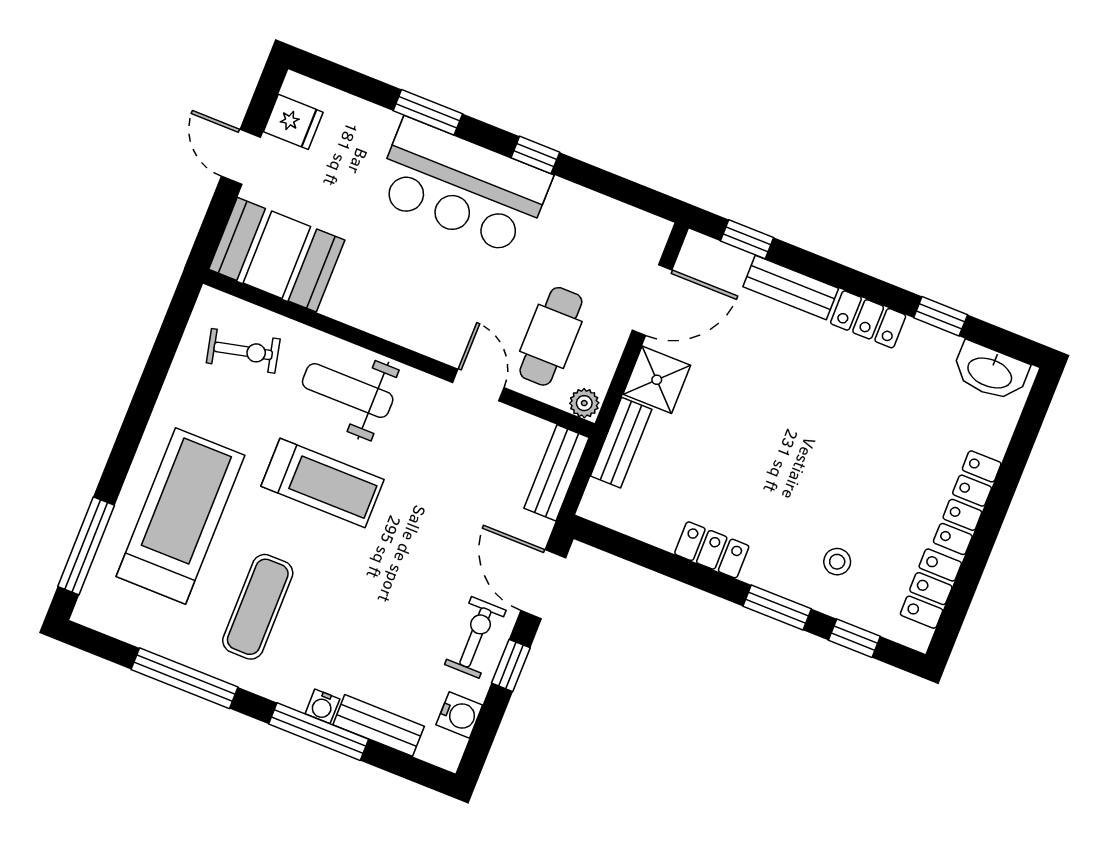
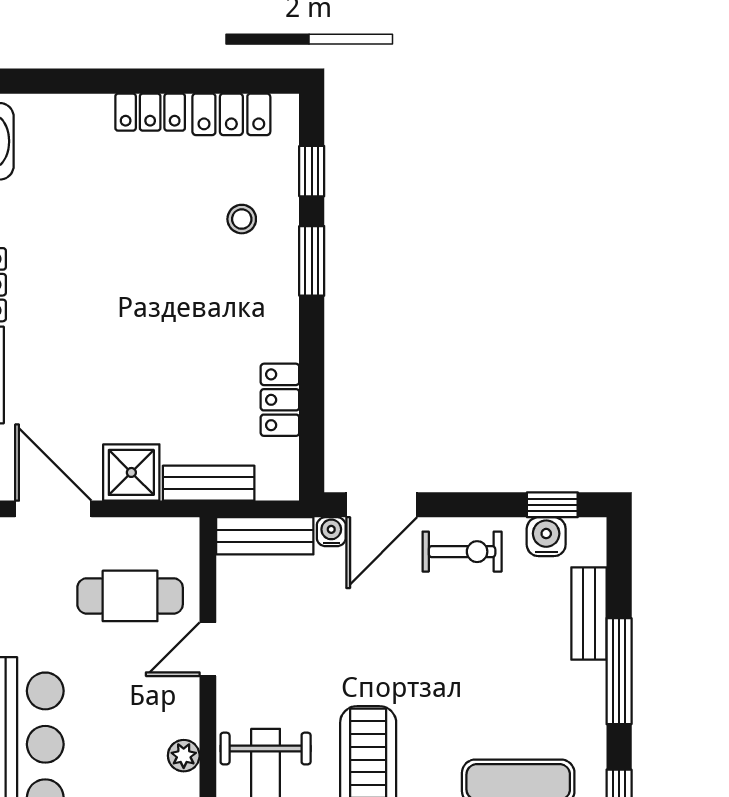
plant: (584, 403) -> (184, 756), moved
locker: (967, 503) -> (150, 112), width x0.66
locker: (712, 550) -> (280, 400), moved
exercise bike: (475, 637) -> (462, 552), turned 180
window: (511, 665) -> (552, 505), moved
water cooler: (322, 706) -> (331, 532), moved, turned -90

